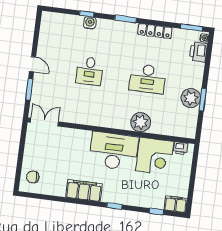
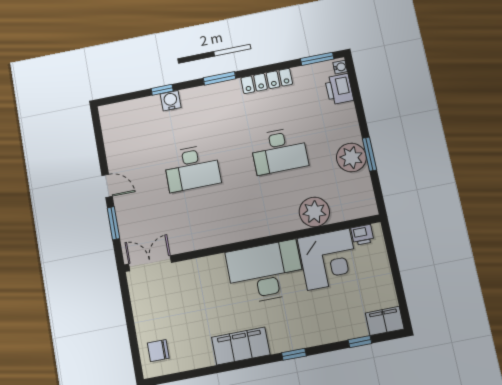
desk: (90, 71) -> (192, 168), width x1.37
plant: (141, 122) -> (314, 212), moved

